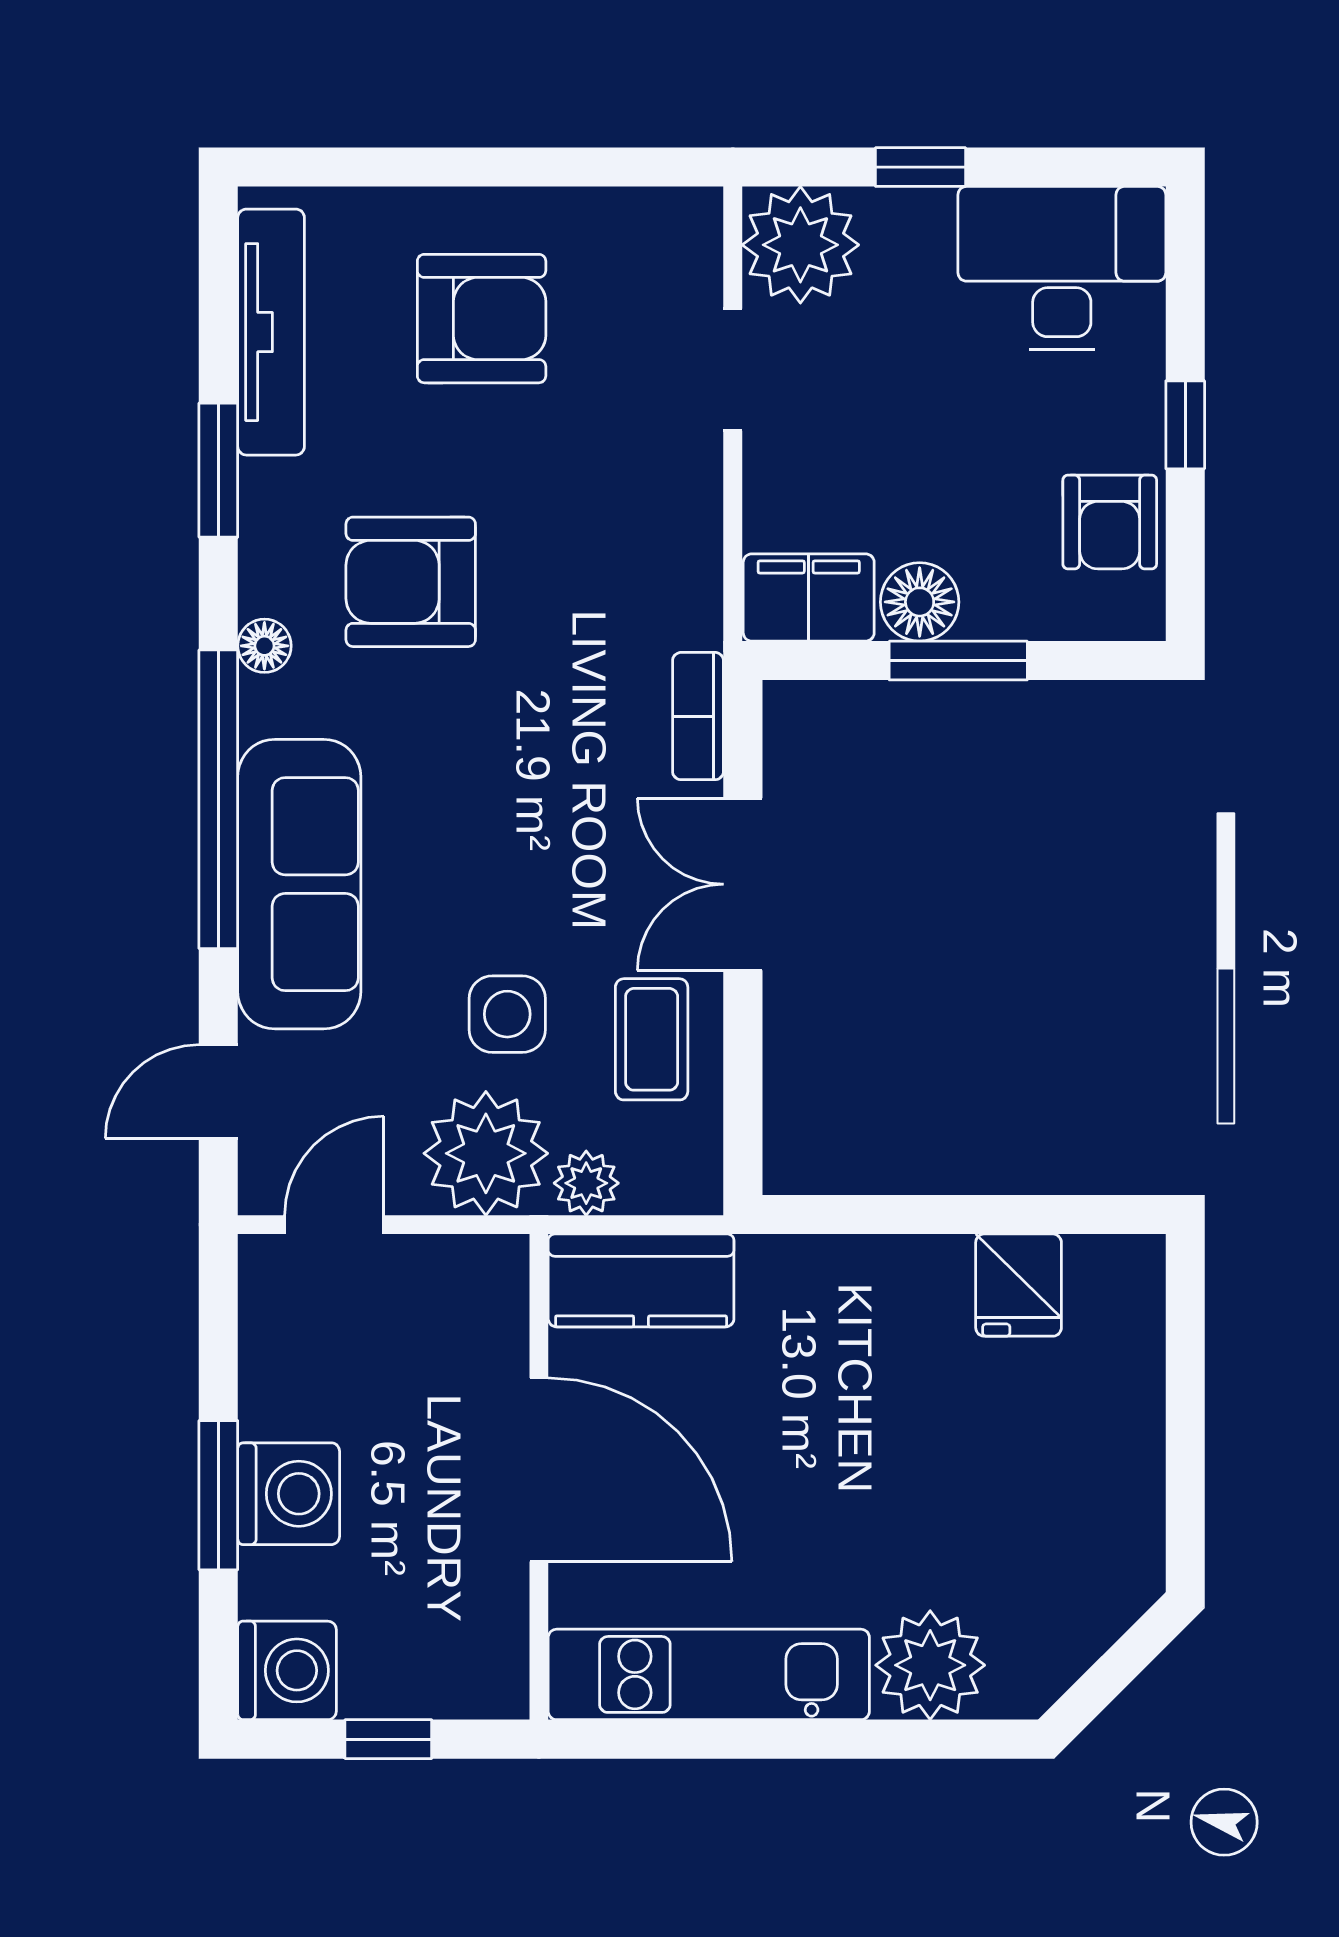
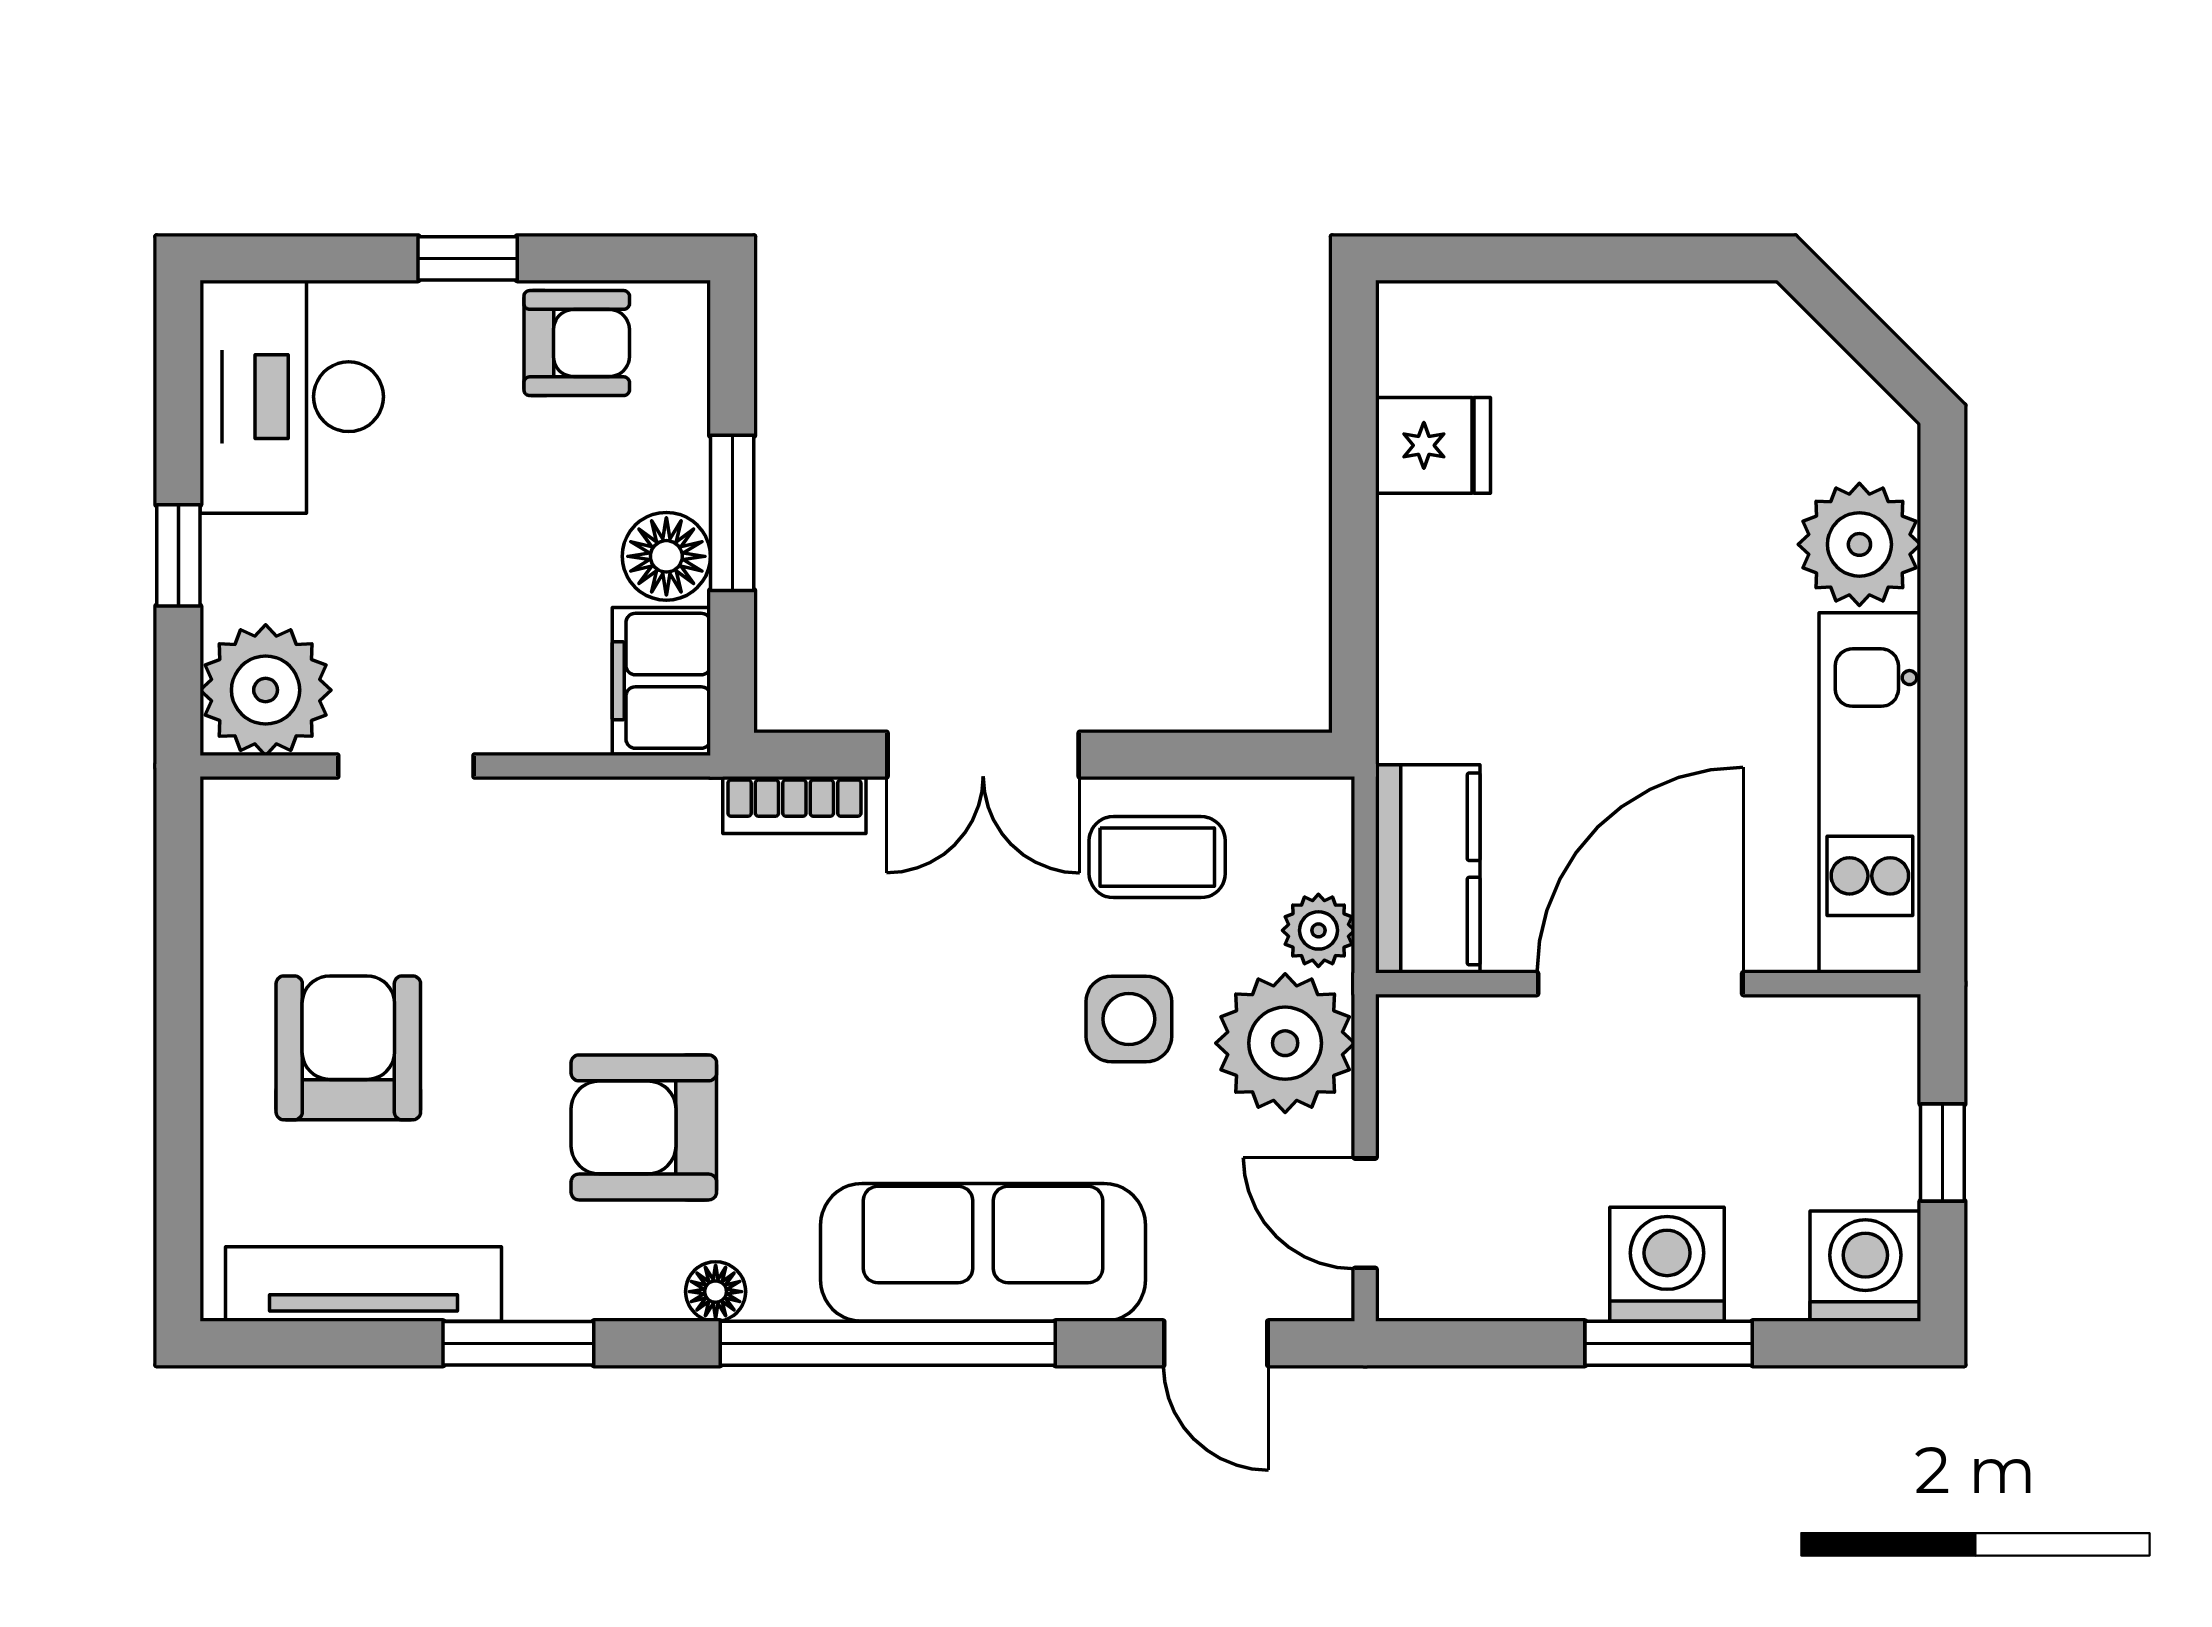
armchair: (411, 582) -> (644, 1127), turned 90

